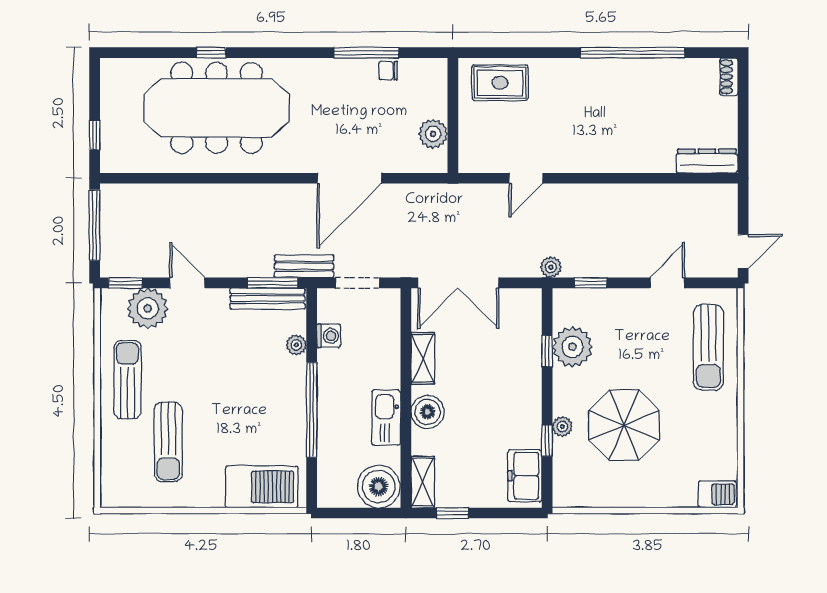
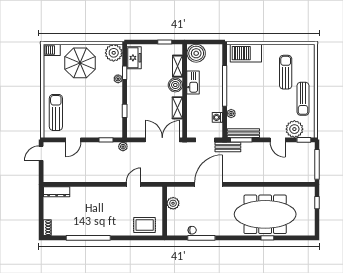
plant: (572, 347) -> (114, 53), moved
parasol: (624, 425) -> (80, 63), moved
shelving: (423, 482) -> (177, 66), moved

